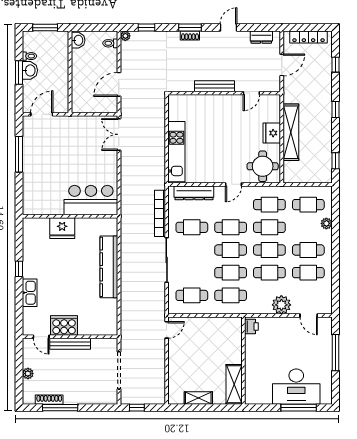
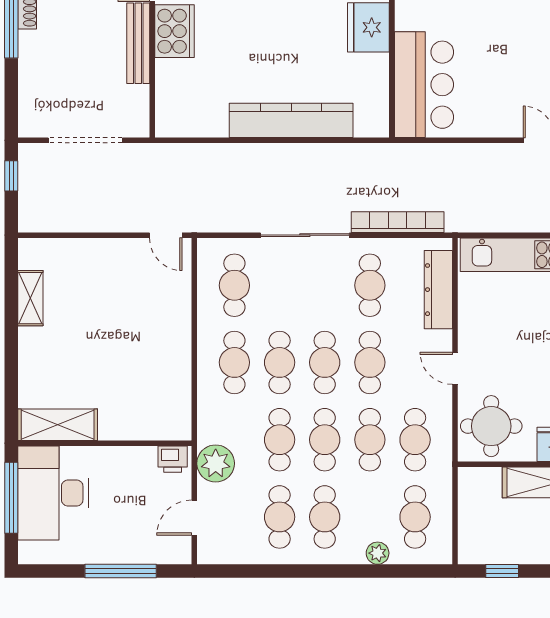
printer: (251, 326) -> (173, 459), moved
wall: (243, 361) -> (105, 443), moved
shelving: (234, 384) -> (58, 425), moved

